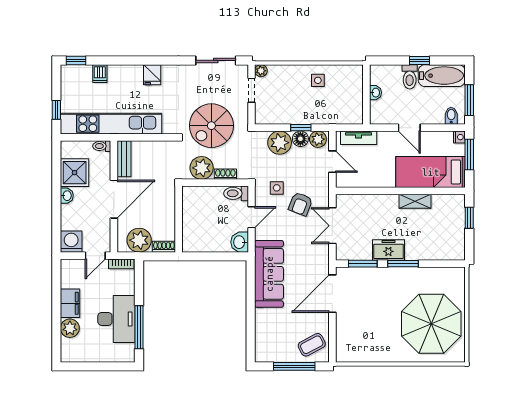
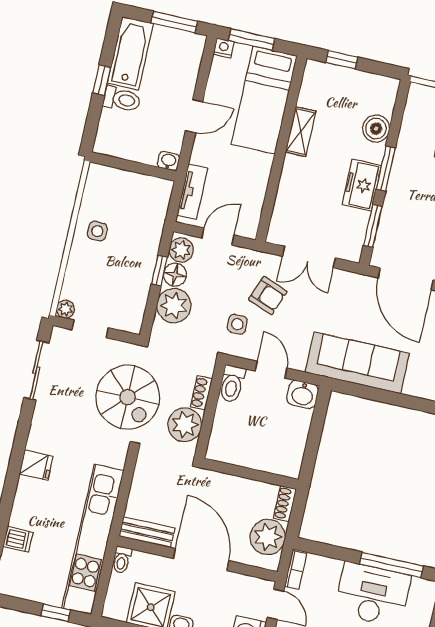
washbasin: (375, 93) -> (168, 161), moved
bidet: (451, 116) -> (191, 53), removed
boiler: (428, 251) -> (376, 129), added

